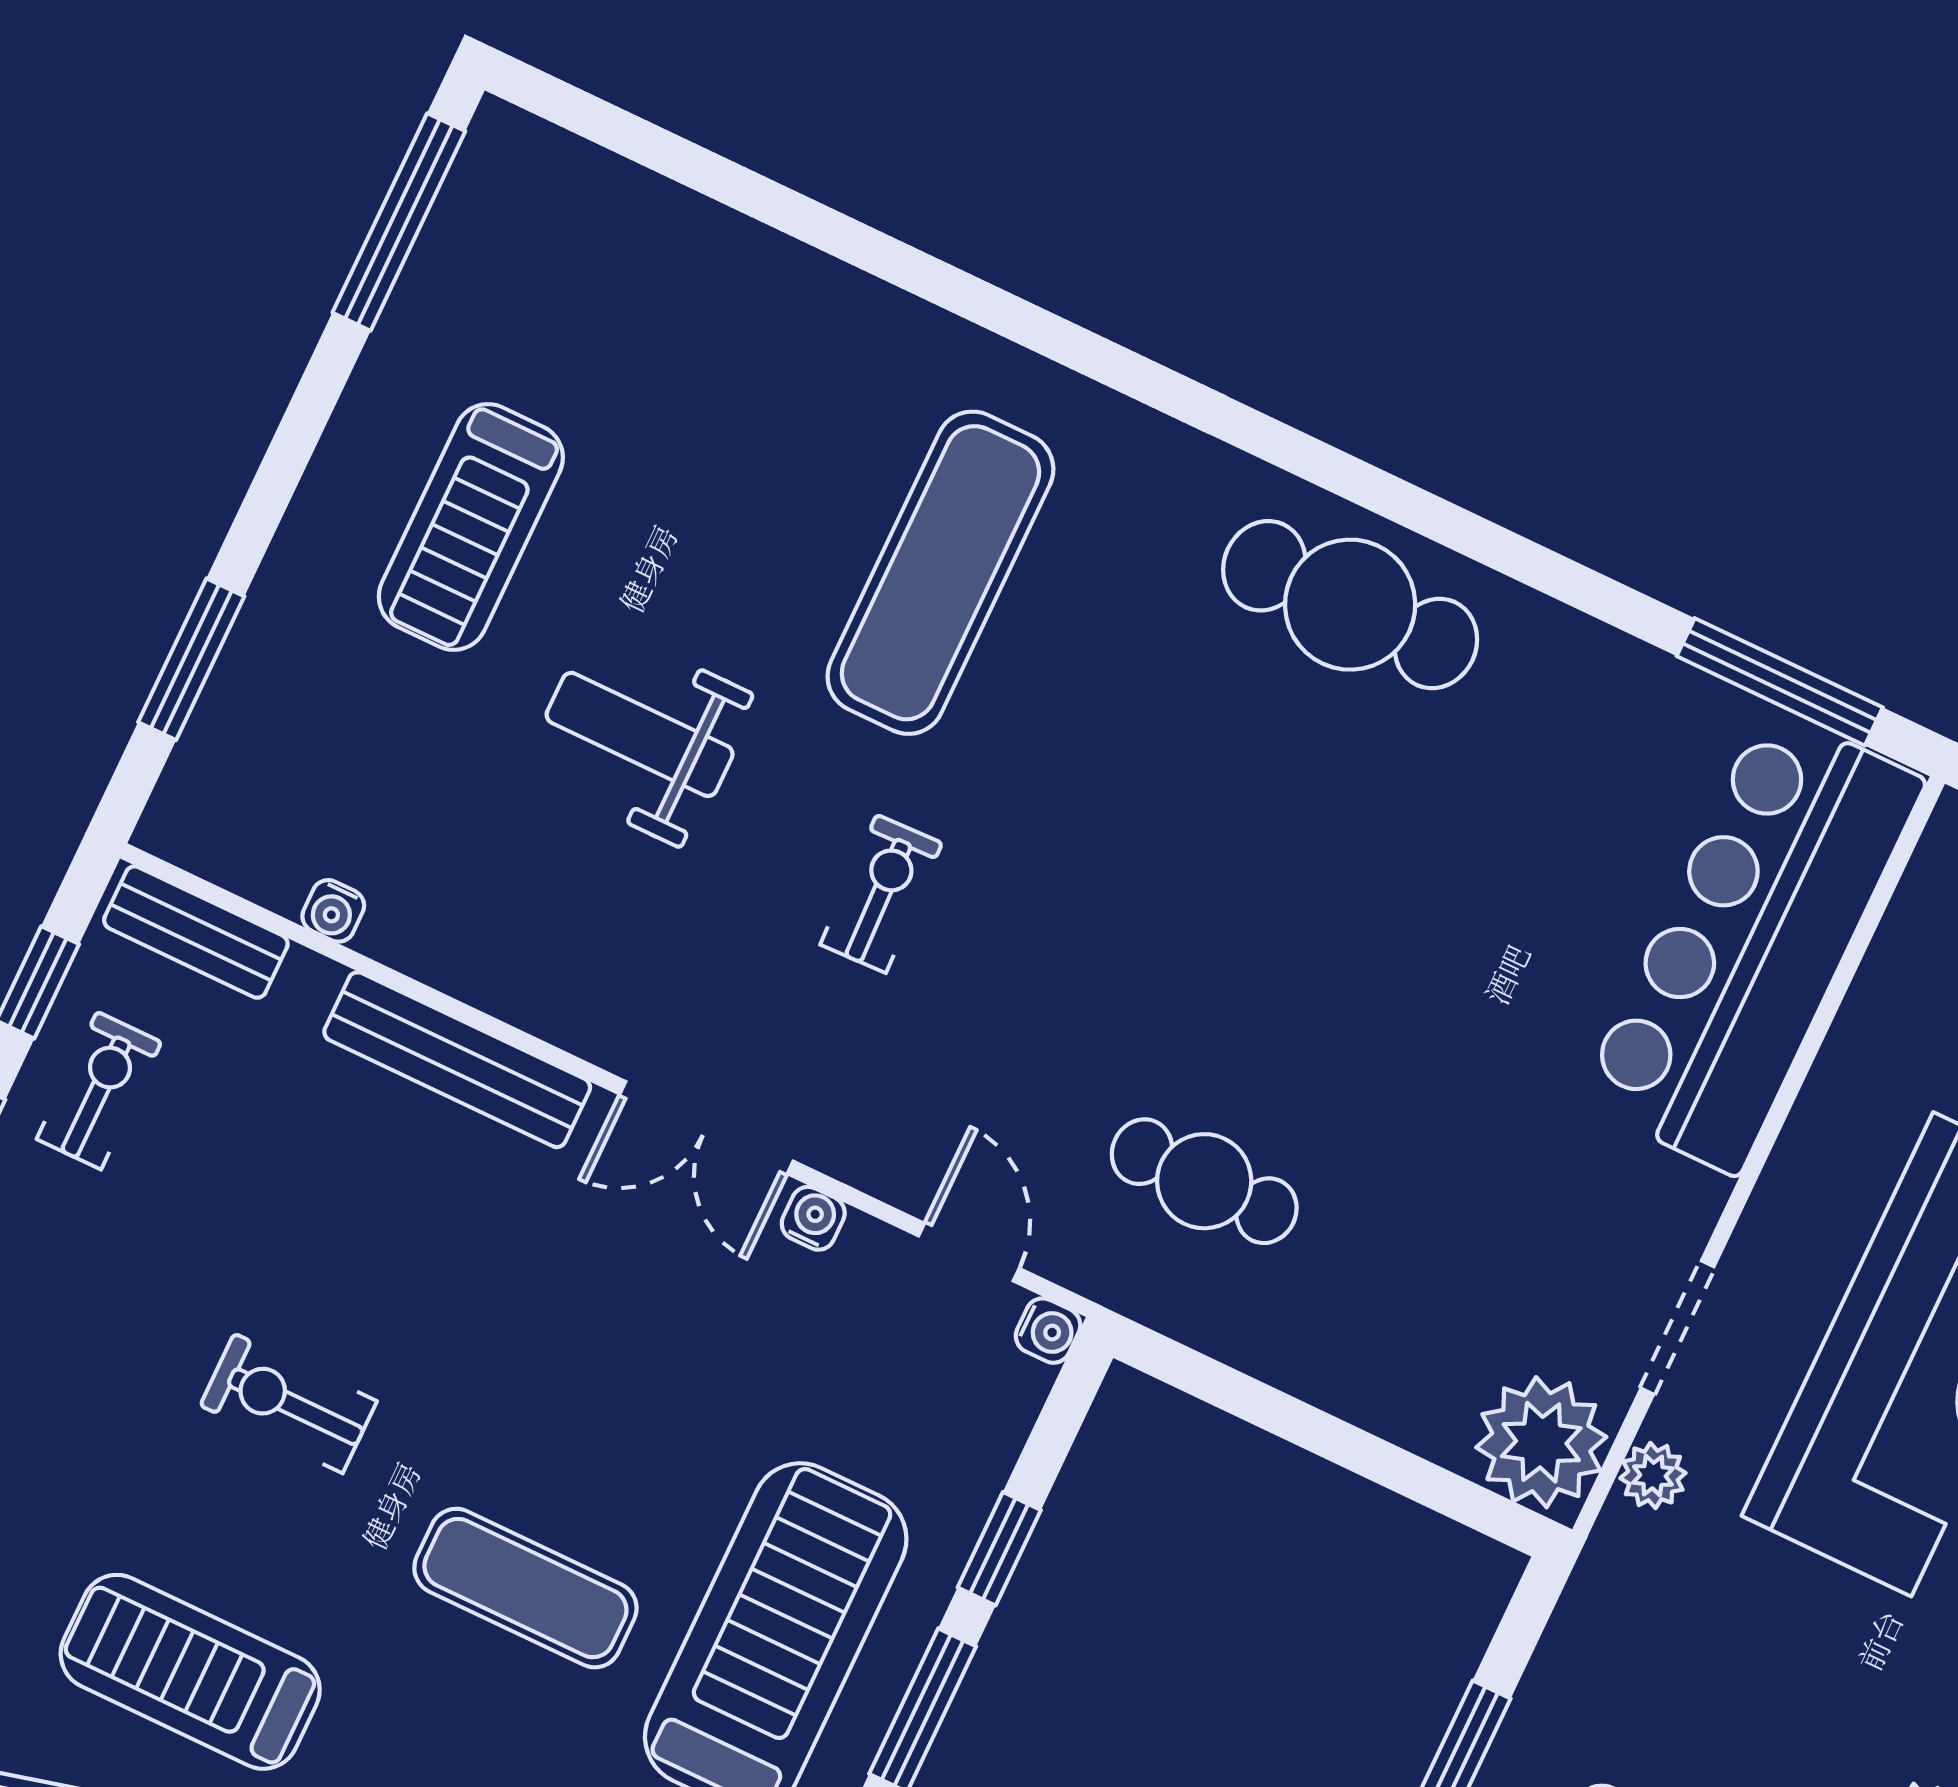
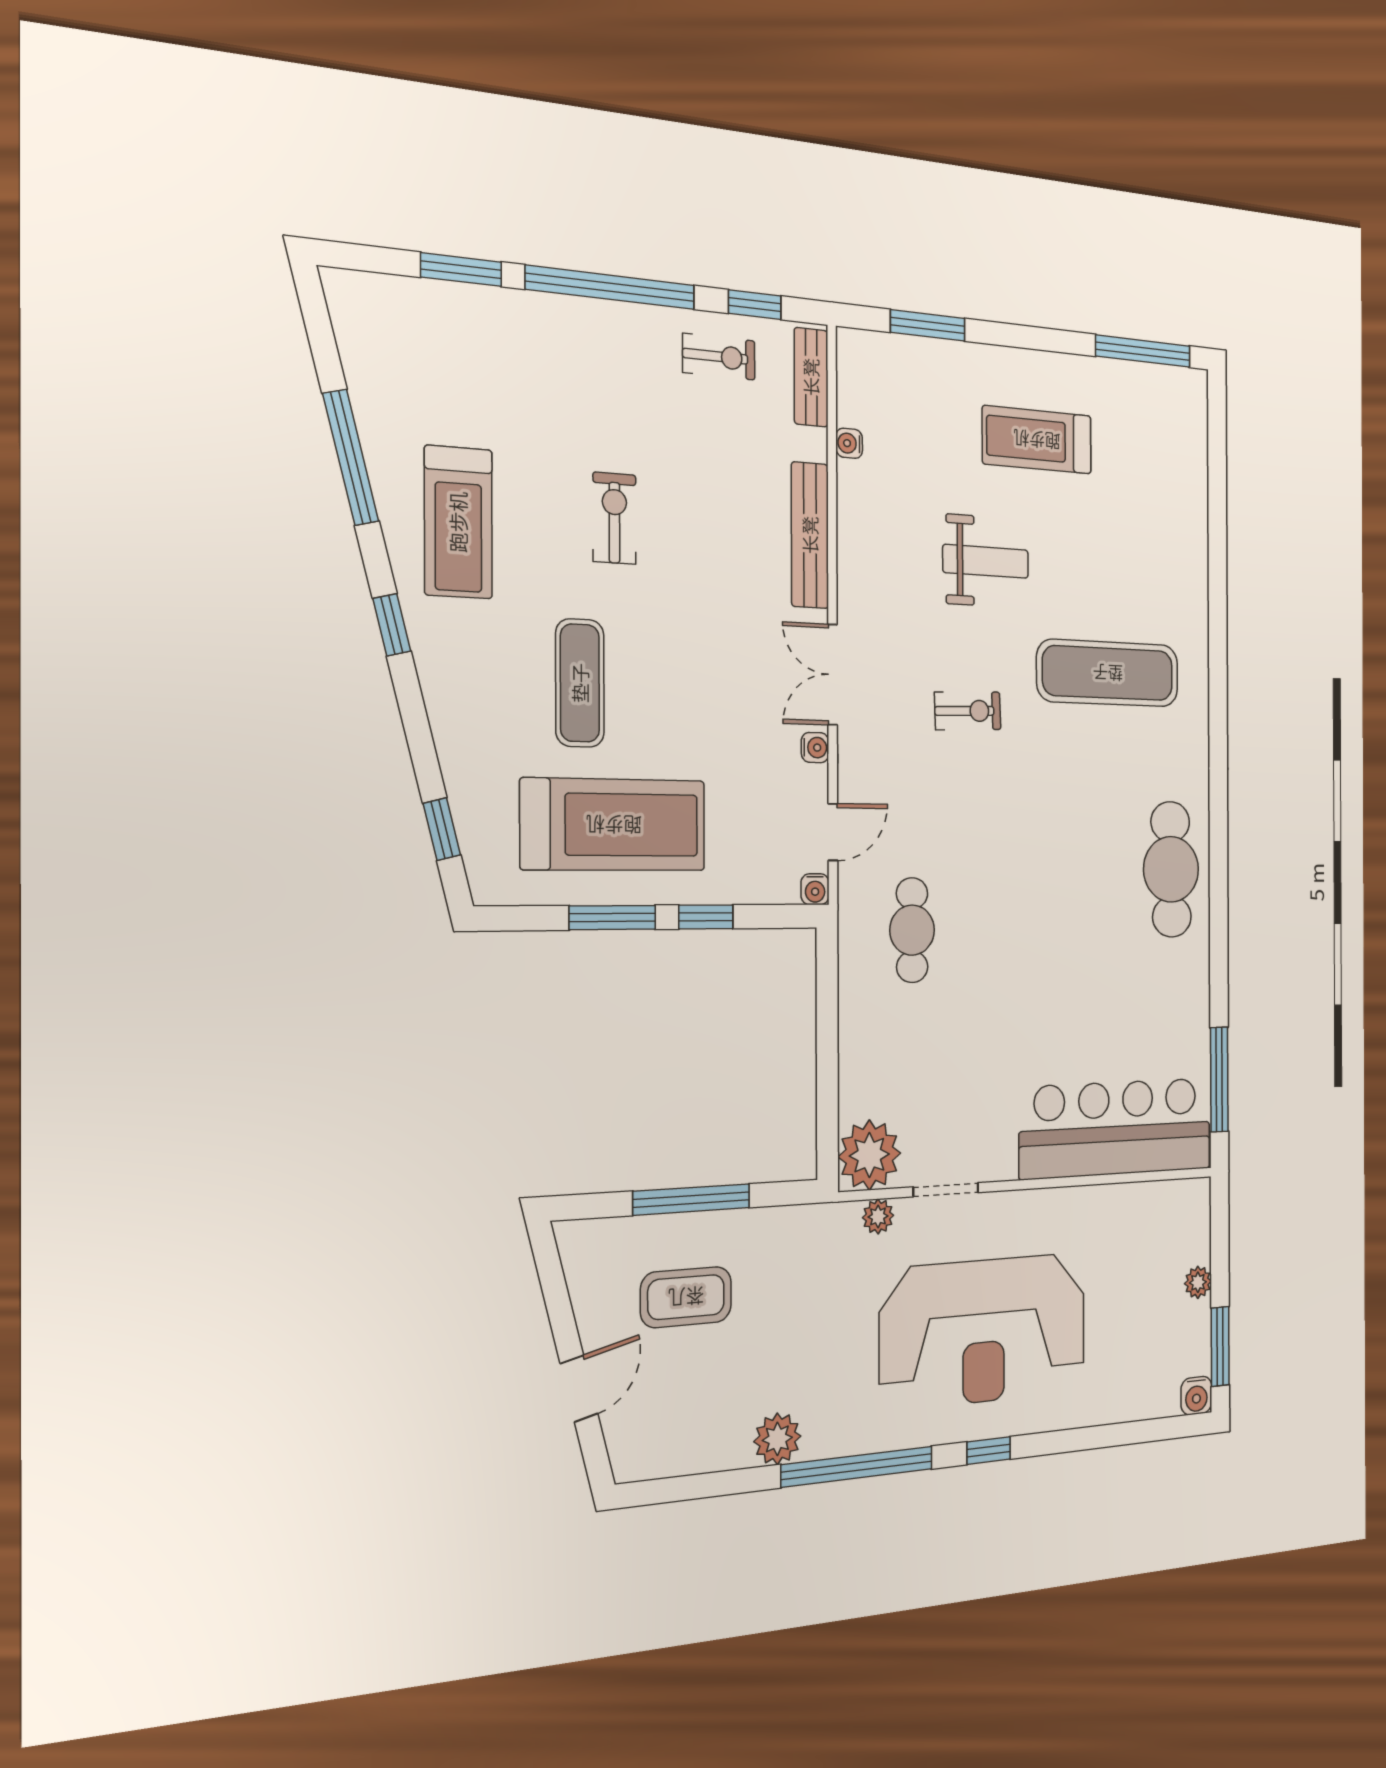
weight bench: (640, 734) -> (986, 561), turned 90
treadmill: (190, 1672) -> (458, 522), turned 180

